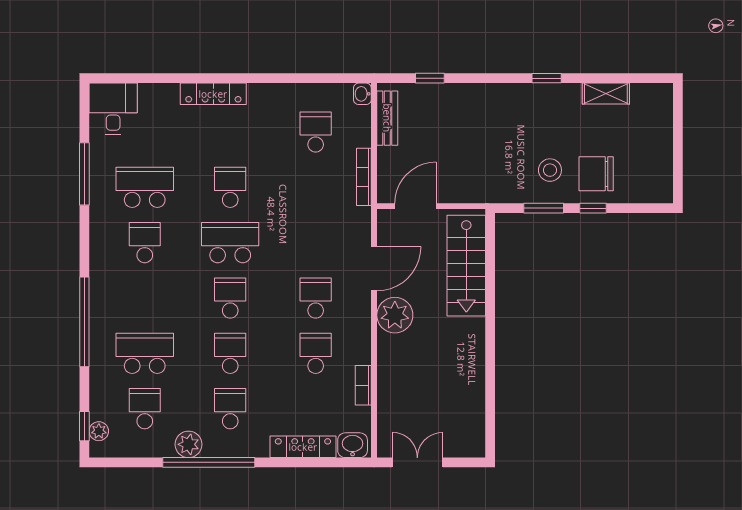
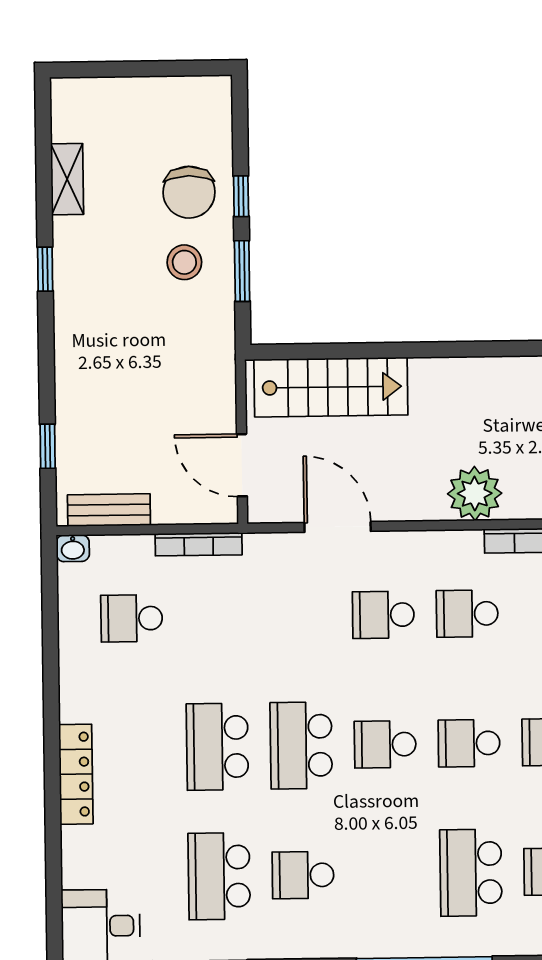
school desk: (230, 187) -> (217, 747), width x1.85
plant: (395, 315) -> (475, 493), moved

